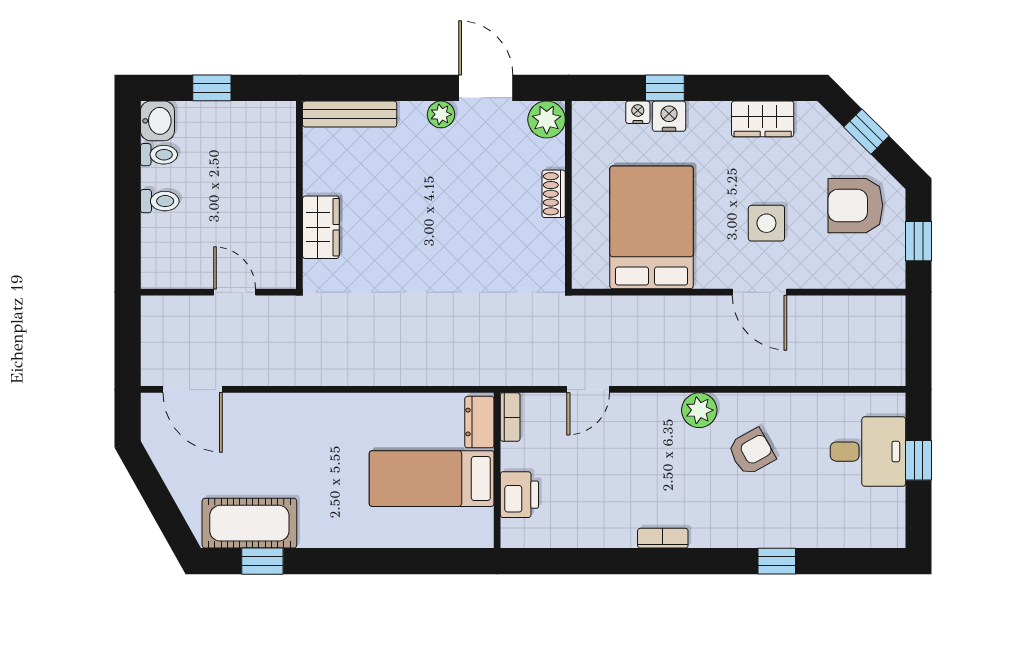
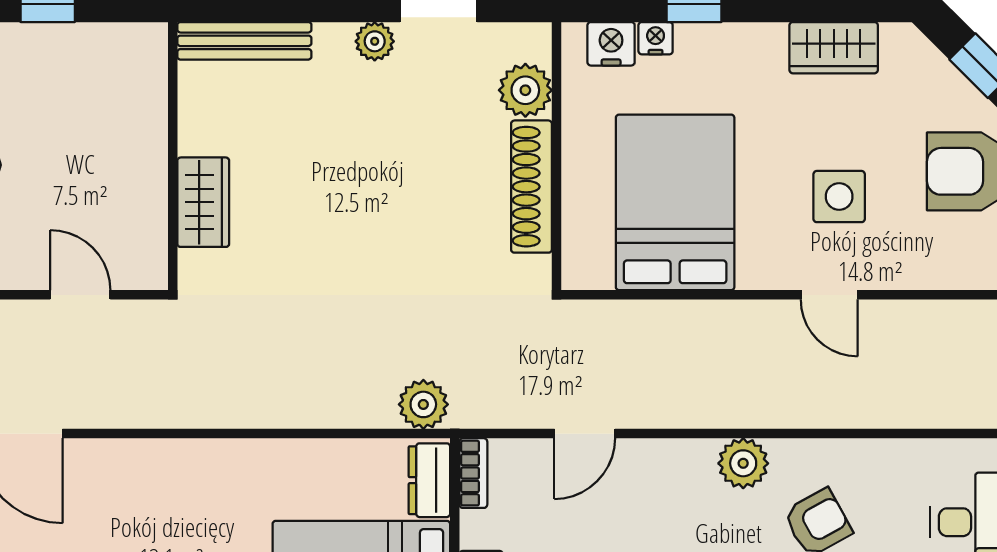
nightstand: (669, 116) -> (611, 44), moved
plant: (547, 120) -> (525, 90), moved
shoe rack: (554, 194) -> (531, 187), width x1.94, depth x1.24
door: (760, 292) -> (829, 295), width x0.73
plant: (475, 369) -> (423, 404), added

